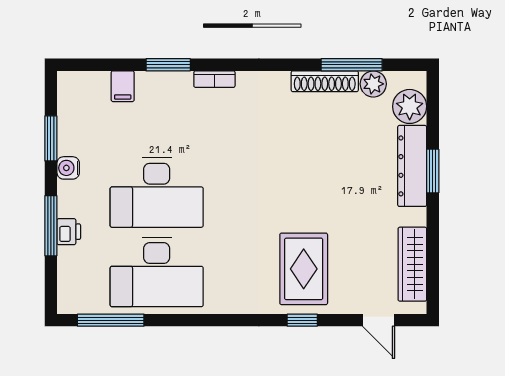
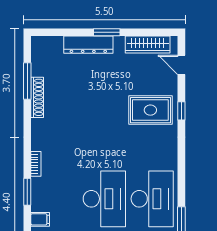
plant: (373, 84) -> (39, 68), removed
plant: (410, 106) -> (52, 46), removed
window: (433, 171) -> (107, 32), moved
door: (378, 320) -> (181, 65), swing flipped

